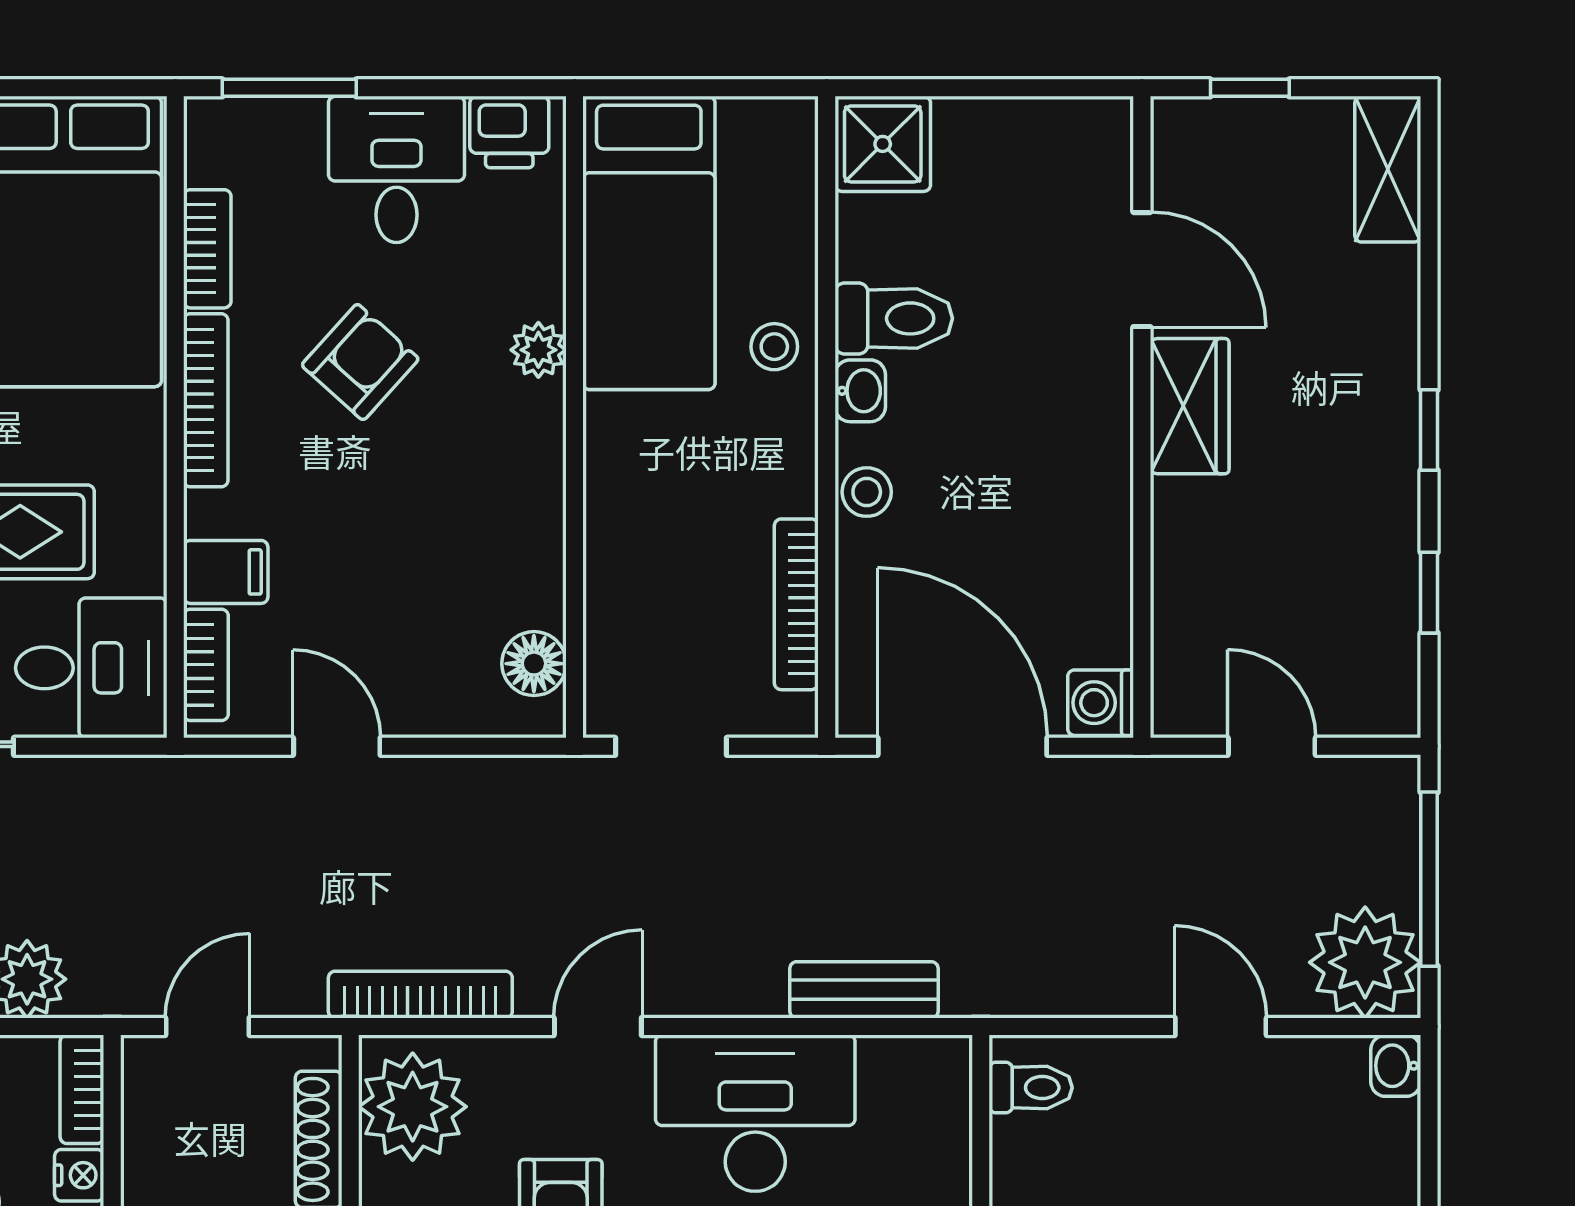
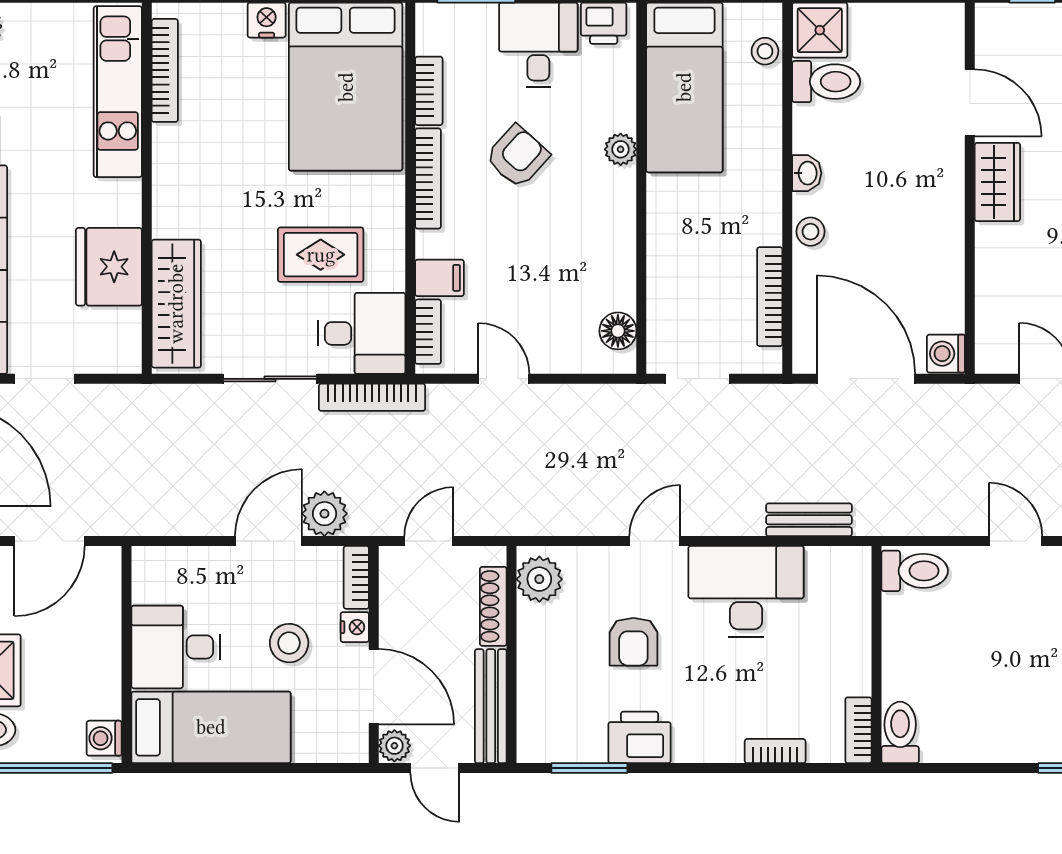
toilet: (894, 318) -> (826, 82), moved
stool: (774, 347) -> (765, 51), moved
bookcase: (420, 995) -> (372, 397), moved, turned 180
toilet: (1031, 1088) -> (915, 571), width x1.37, depth x1.39
plant: (413, 1107) -> (539, 579), width x0.73, depth x0.73

